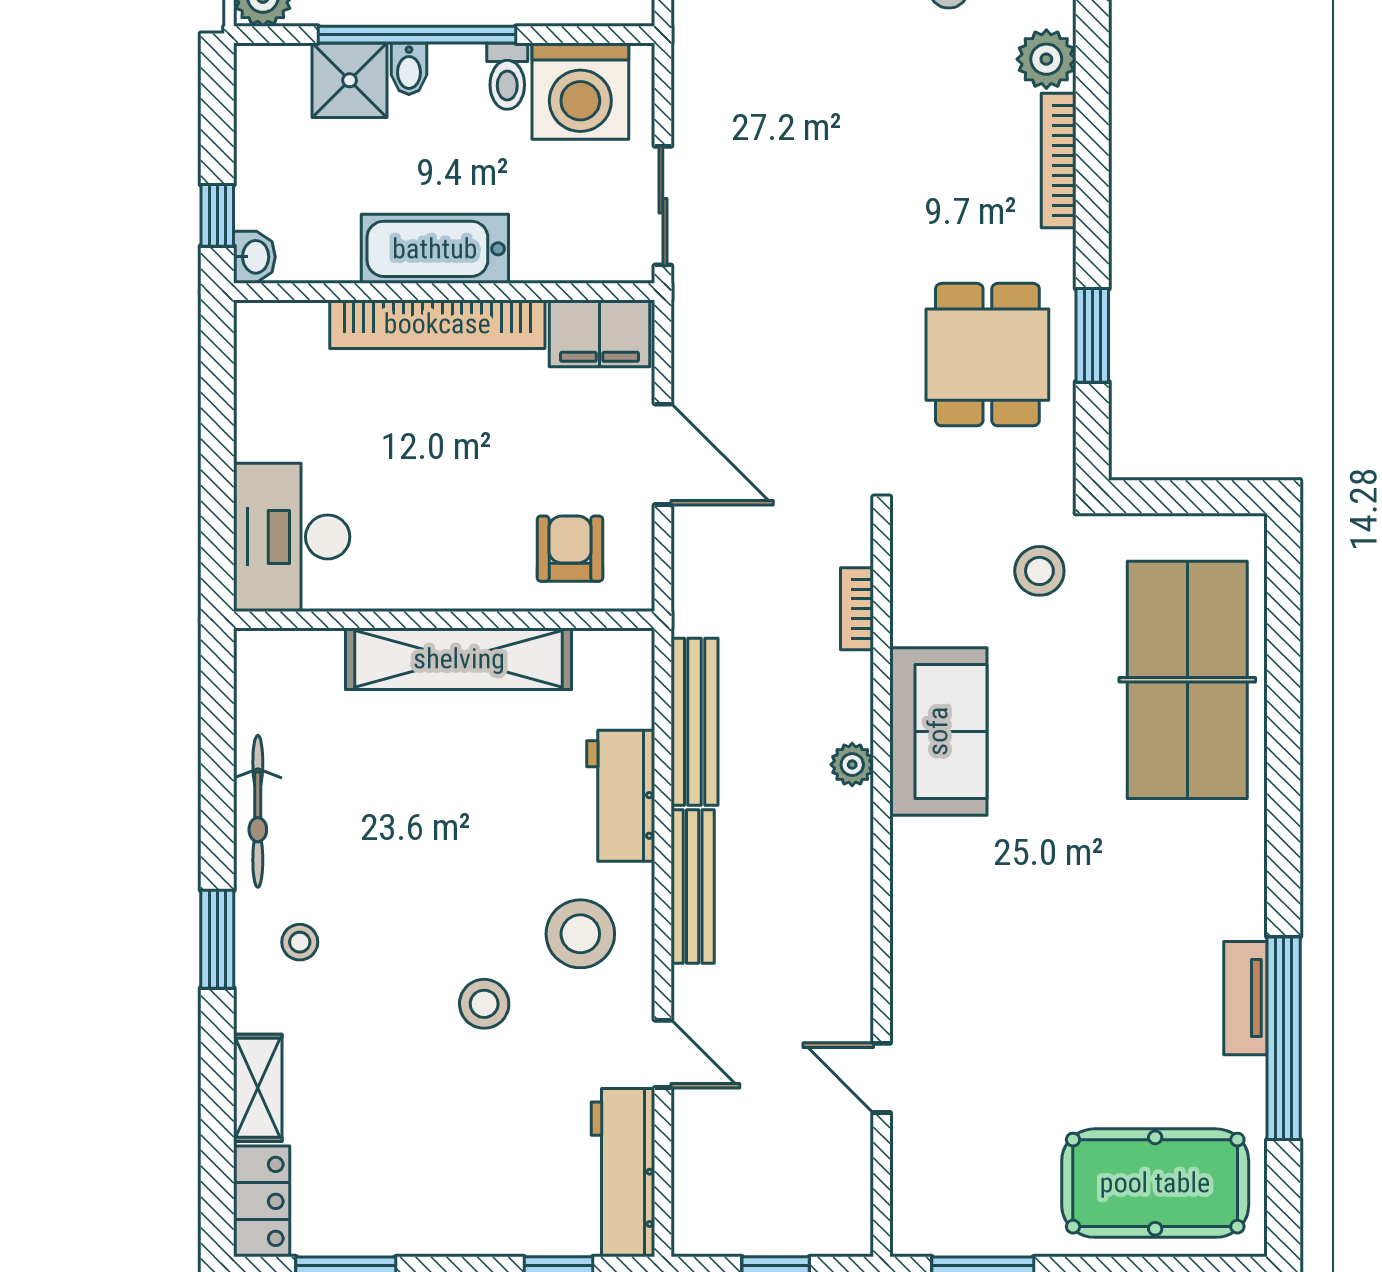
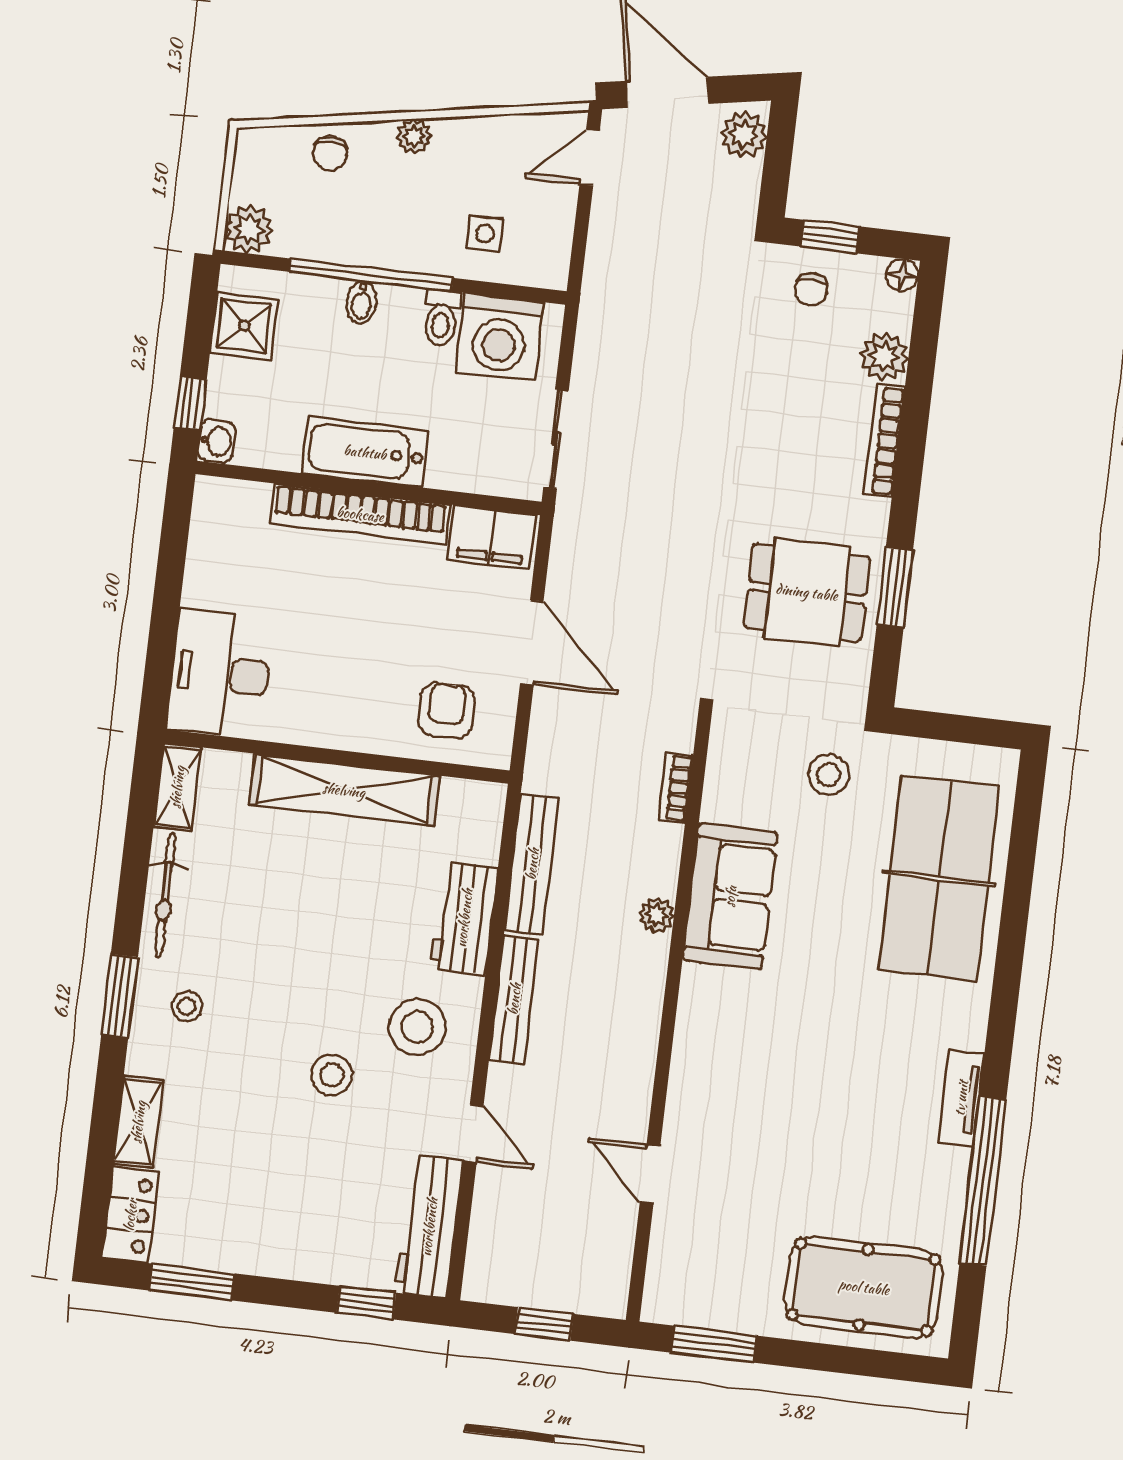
shower: (350, 80) -> (244, 326), moved
dining table: (987, 355) -> (807, 592), turned 90
shelving: (257, 679) -> (177, 787), added
tv unit: (1246, 998) -> (961, 1098), moved

